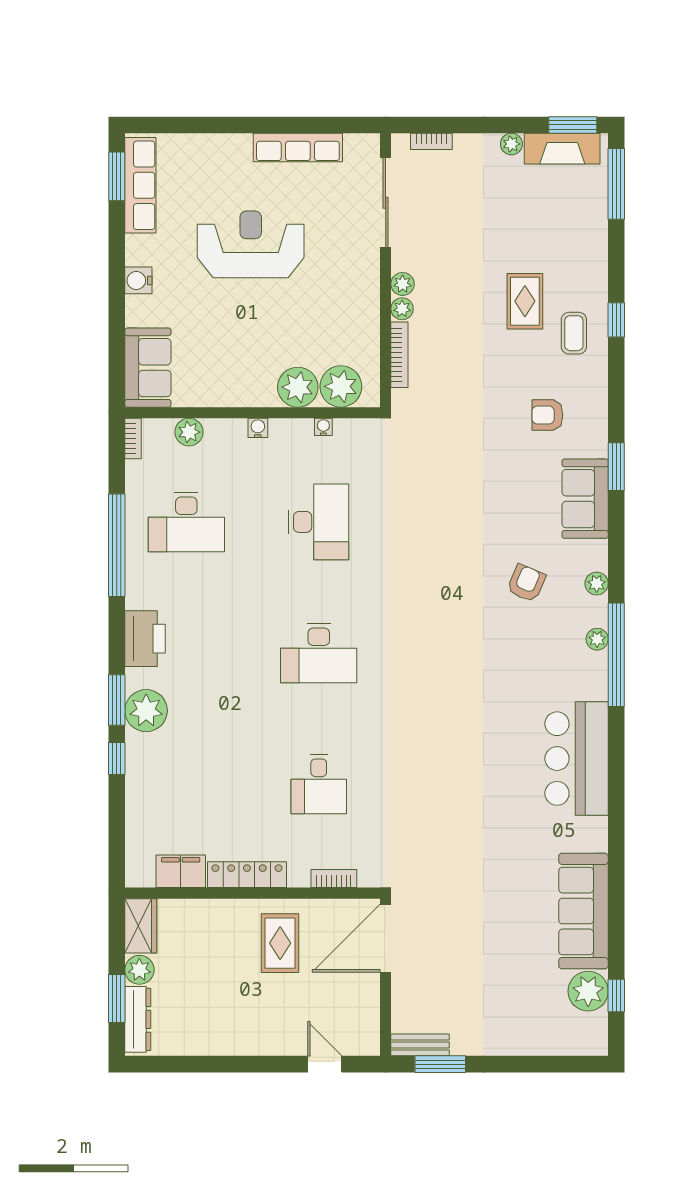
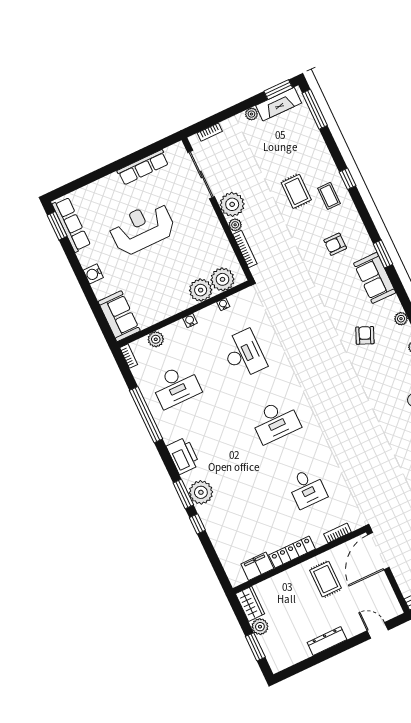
plant: (403, 284) -> (232, 204), width x1.88, depth x1.88
dresser: (138, 1019) -> (327, 641), moved, turned -90

